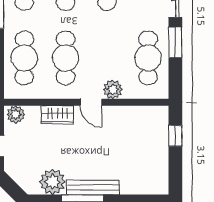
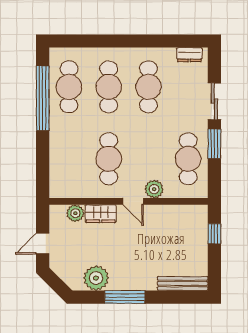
cafe table: (24, 58) -> (69, 159), removed
plant: (16, 114) -> (75, 213), moved
bench: (93, 187) -> (183, 283), moved

